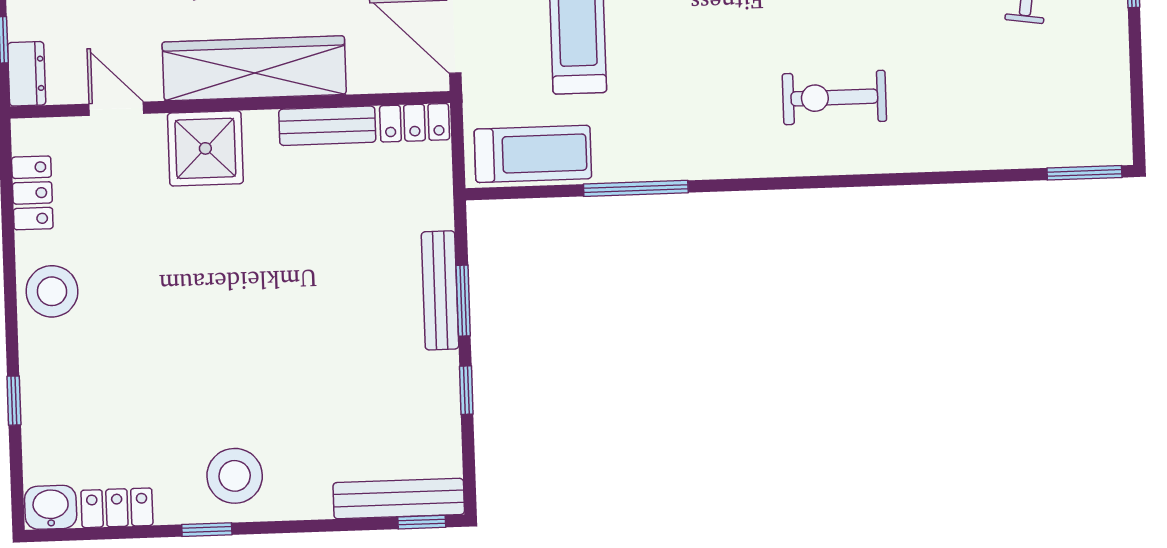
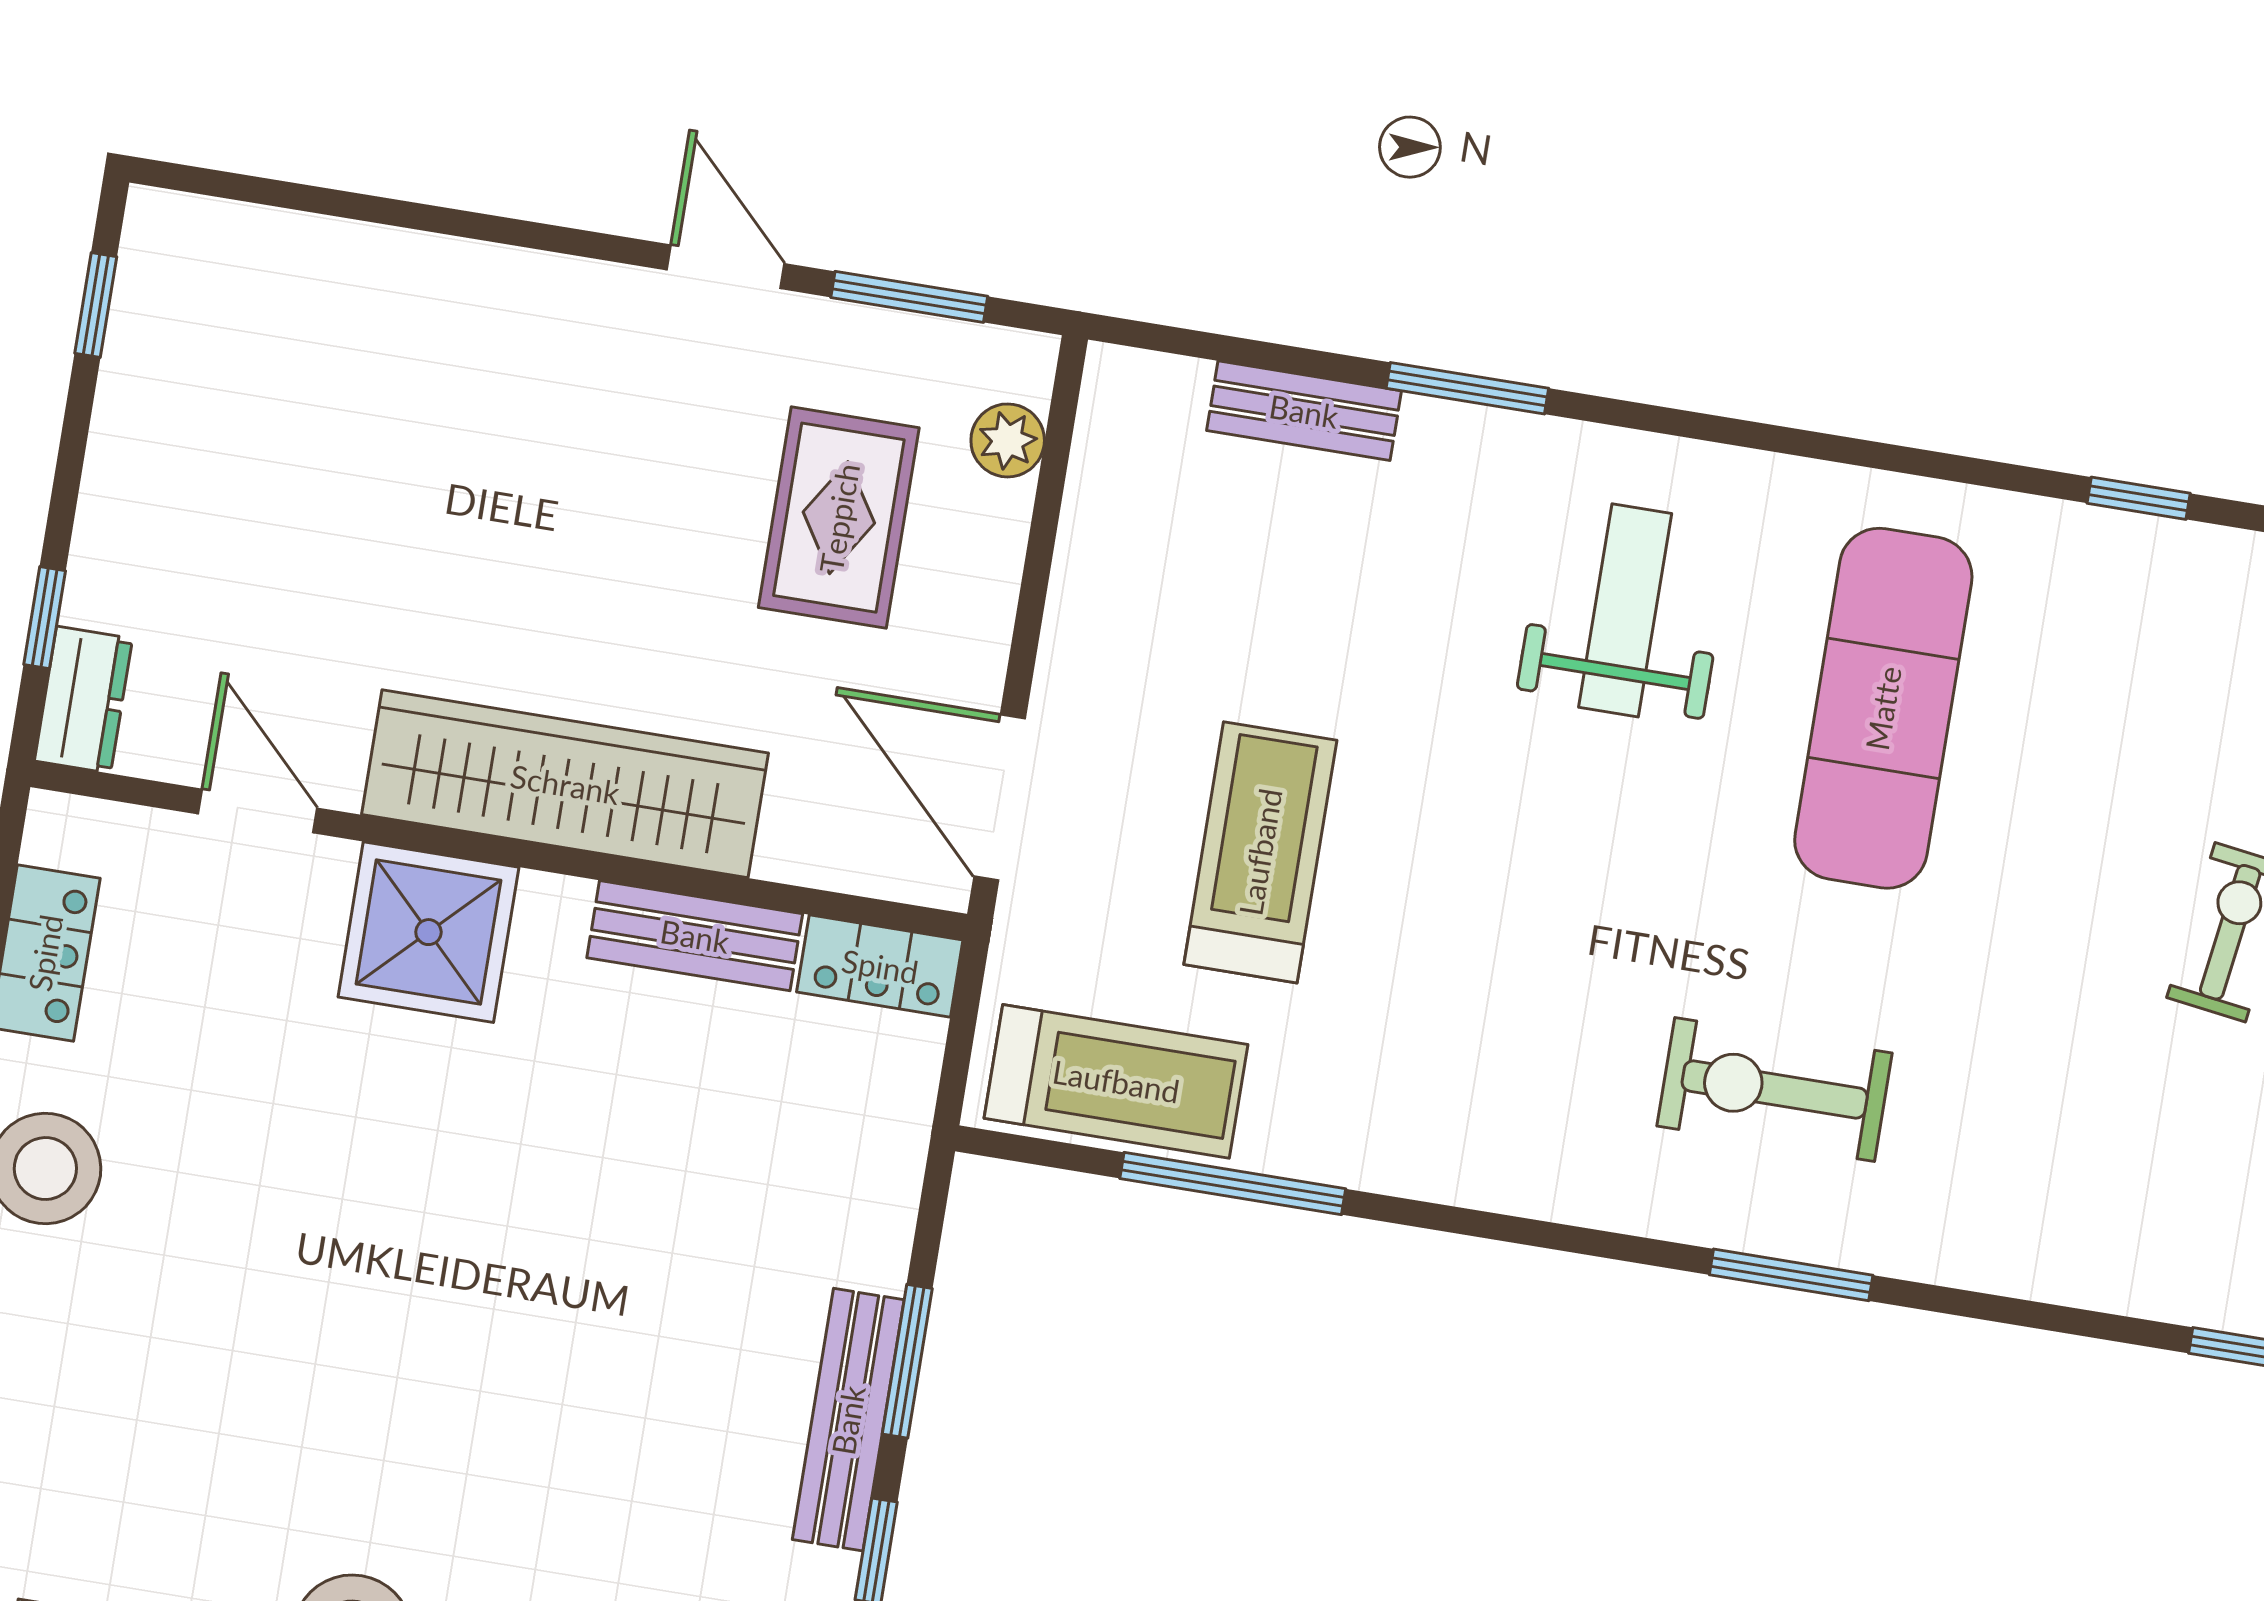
window: (859, 181) -> (1791, 1275), added
window: (636, 188) -> (1233, 1184), moved
bench: (440, 290) -> (848, 1420), moved

